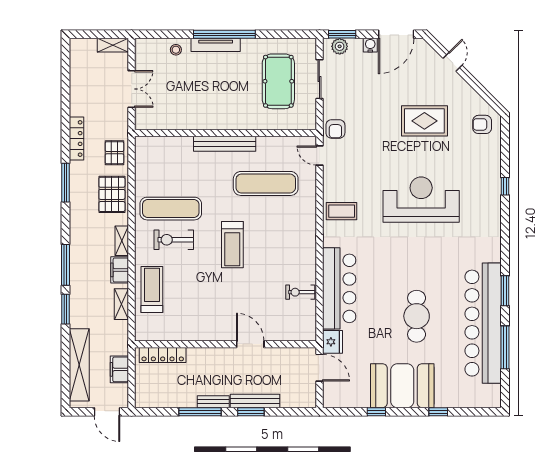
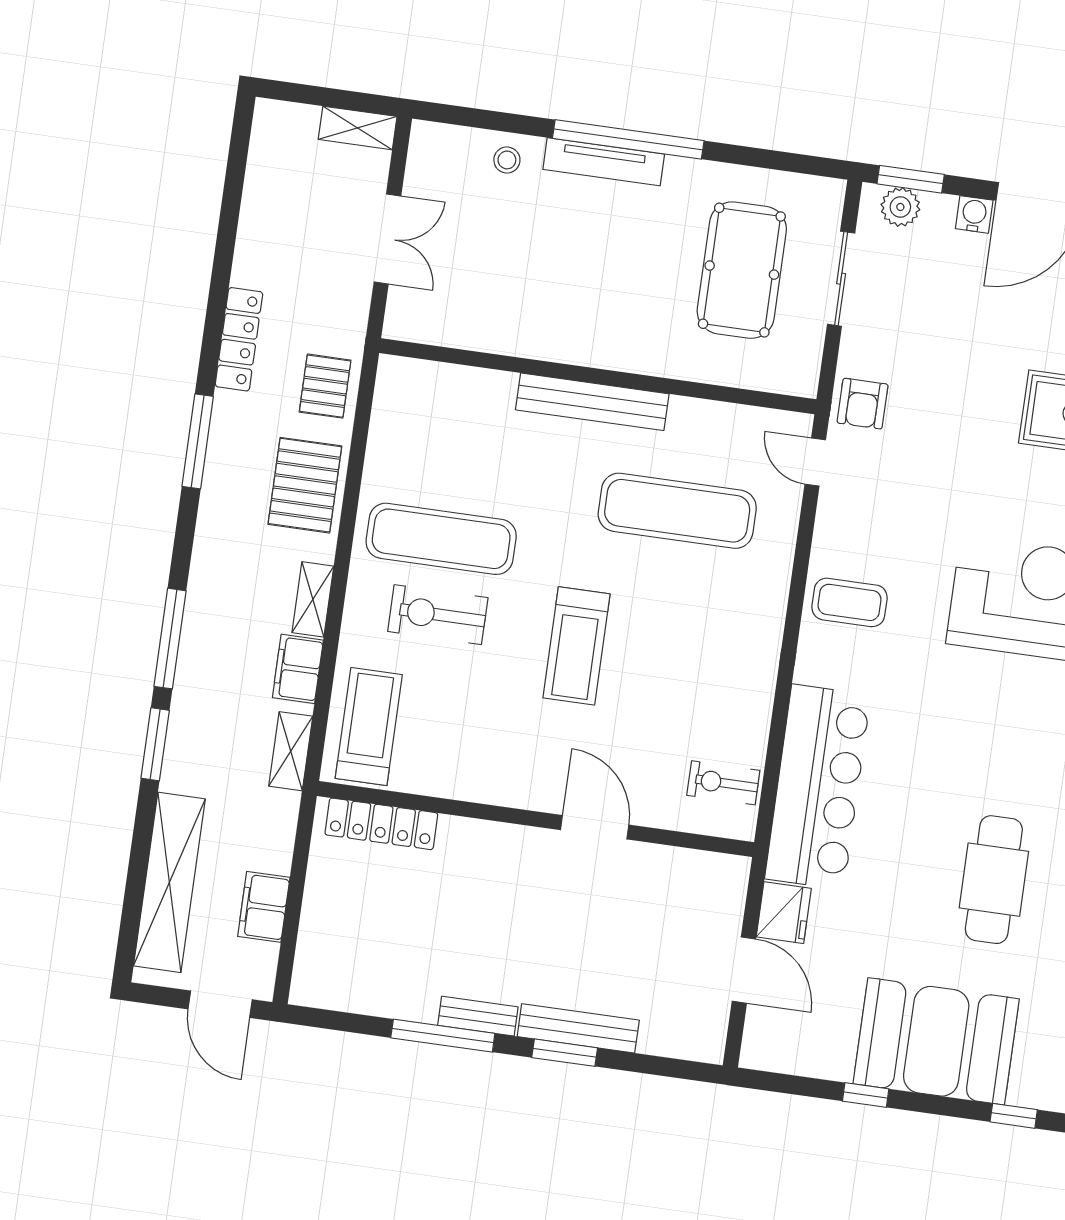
wall: (225, 344) -> (536, 819), moved
door: (250, 344) -> (595, 827), moved
locker: (163, 355) -> (381, 824), moved

